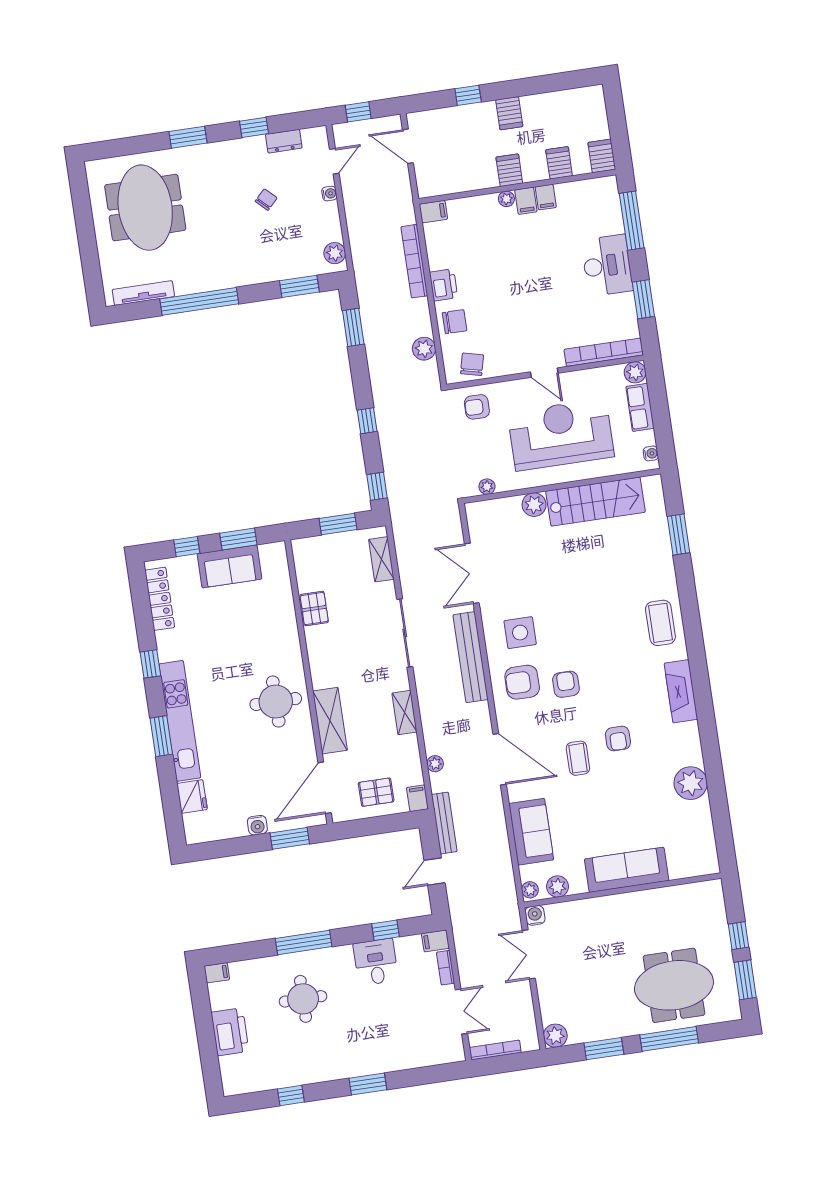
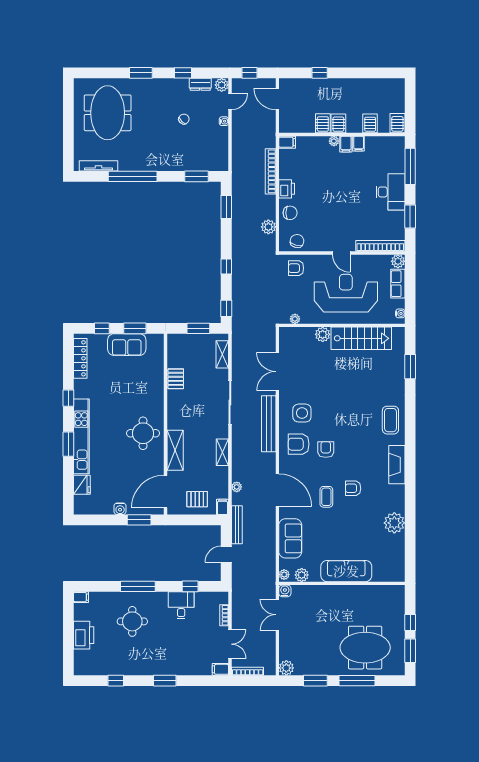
server rack: (509, 113) -> (323, 123), moved, turned 180
plant: (335, 253) -> (222, 85), moved
armchair: (618, 739) -> (353, 488), turned 90
filing cabinet: (435, 941) -> (220, 669), moved

